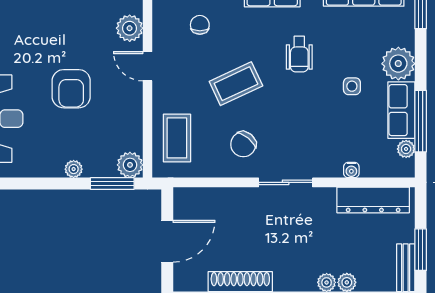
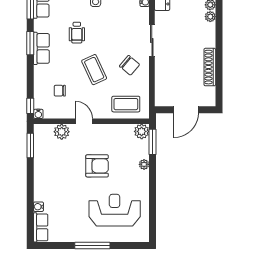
wheelchair: (299, 54) -> (77, 33), turned 90
door: (147, 66) -> (84, 121), swing flipped
door: (167, 241) -> (186, 110), swing flipped

